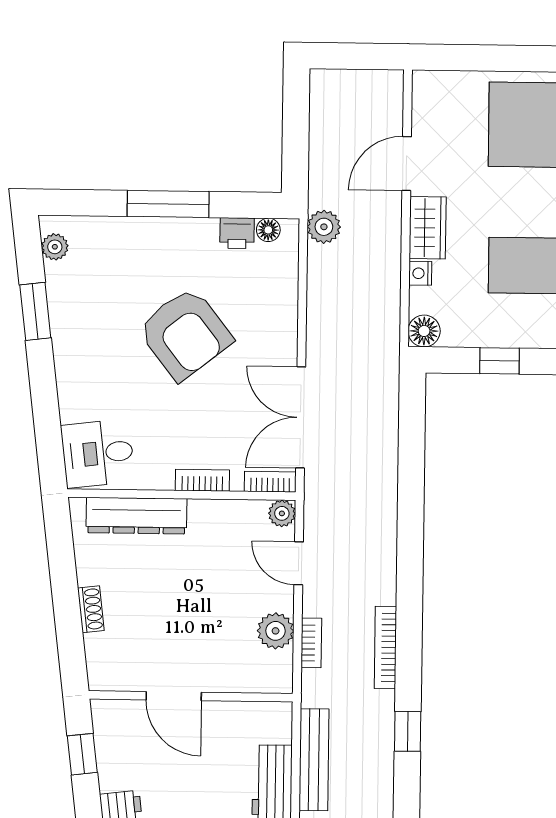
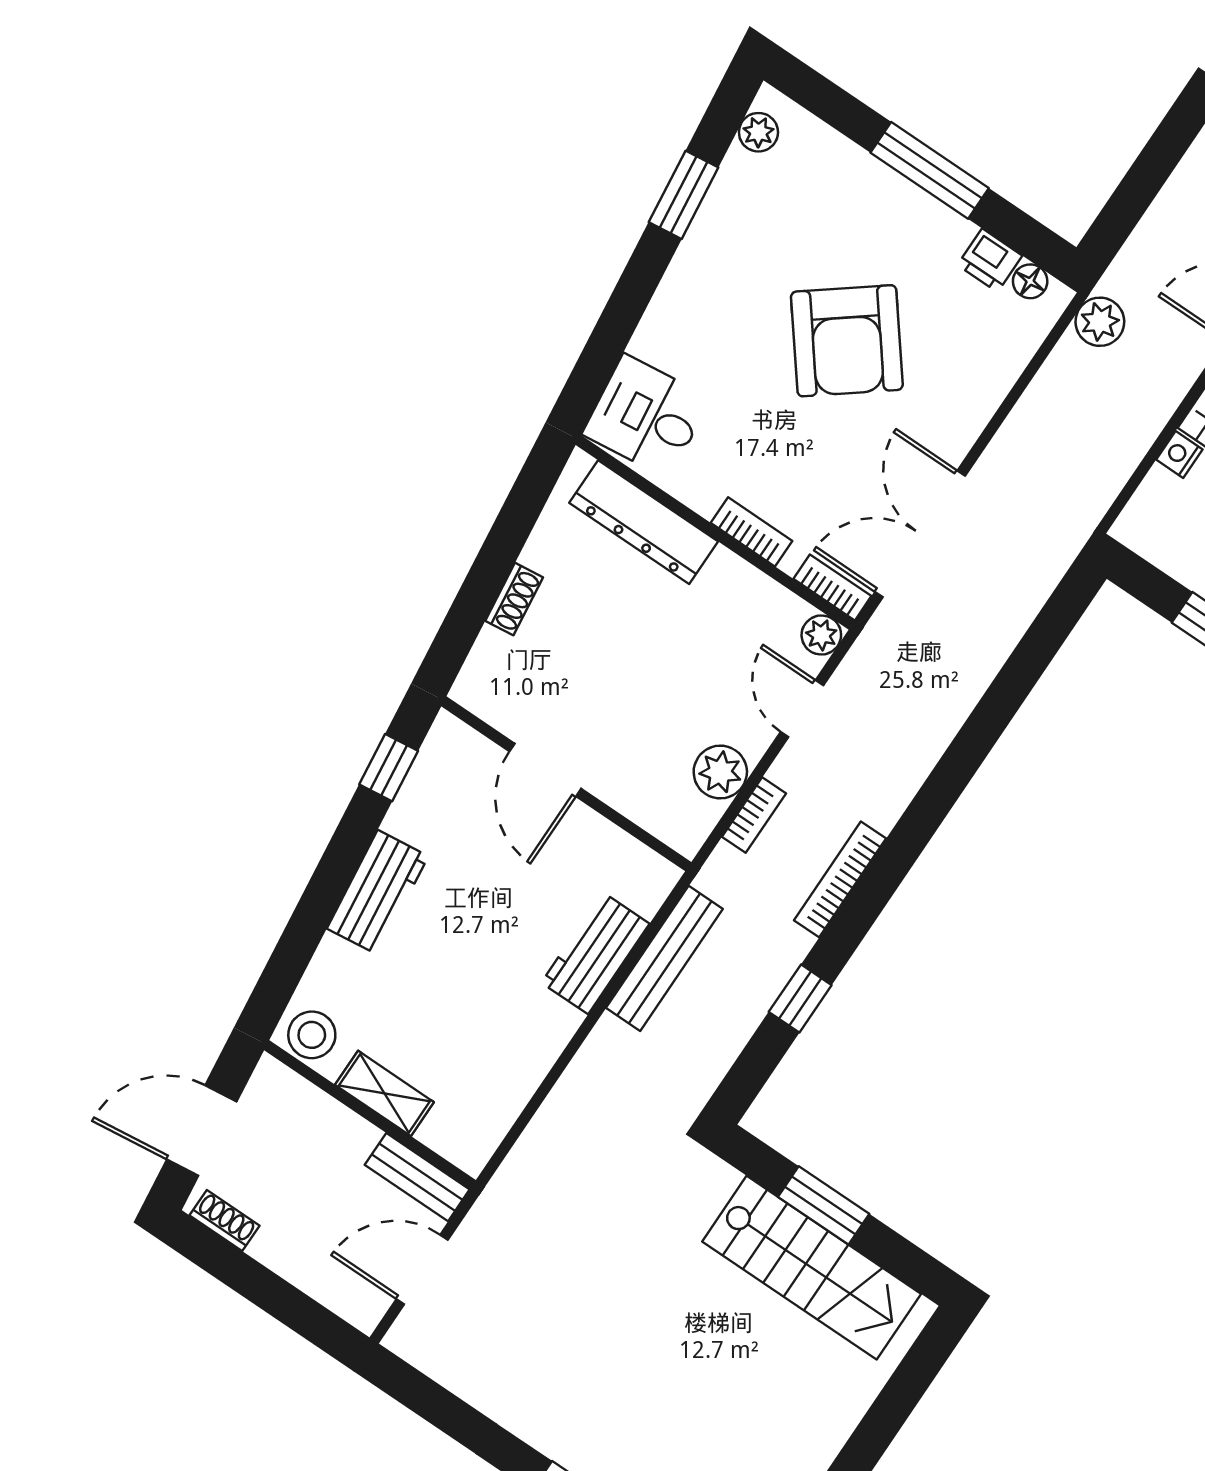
floor lamp: (424, 331) -> (1138, 527), removed

